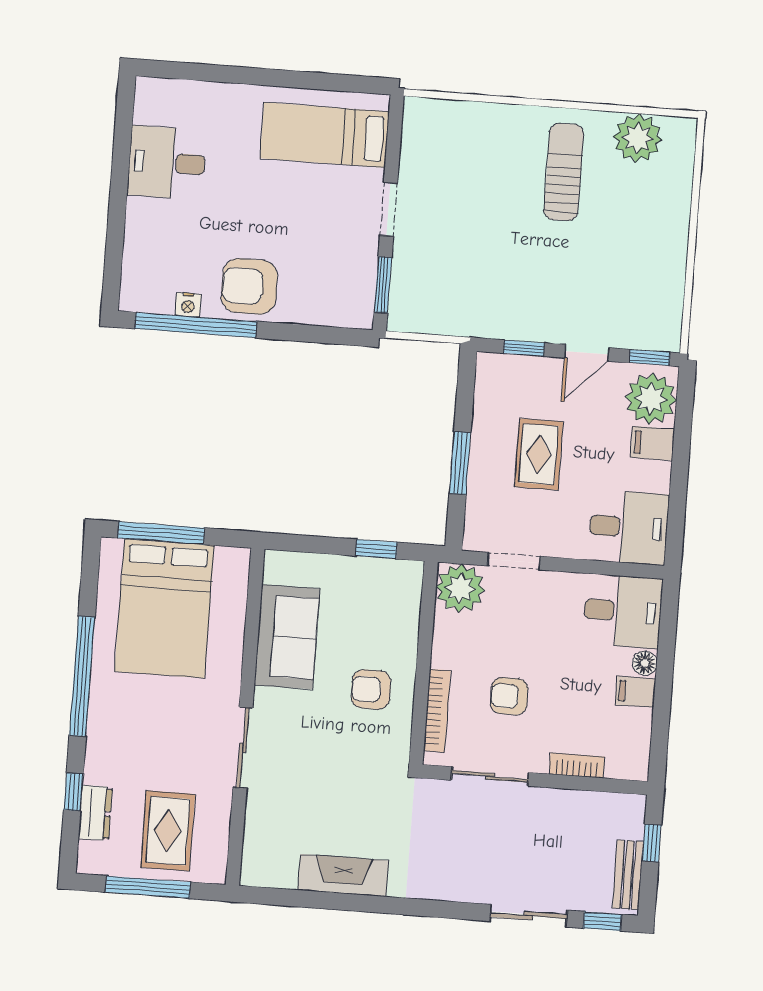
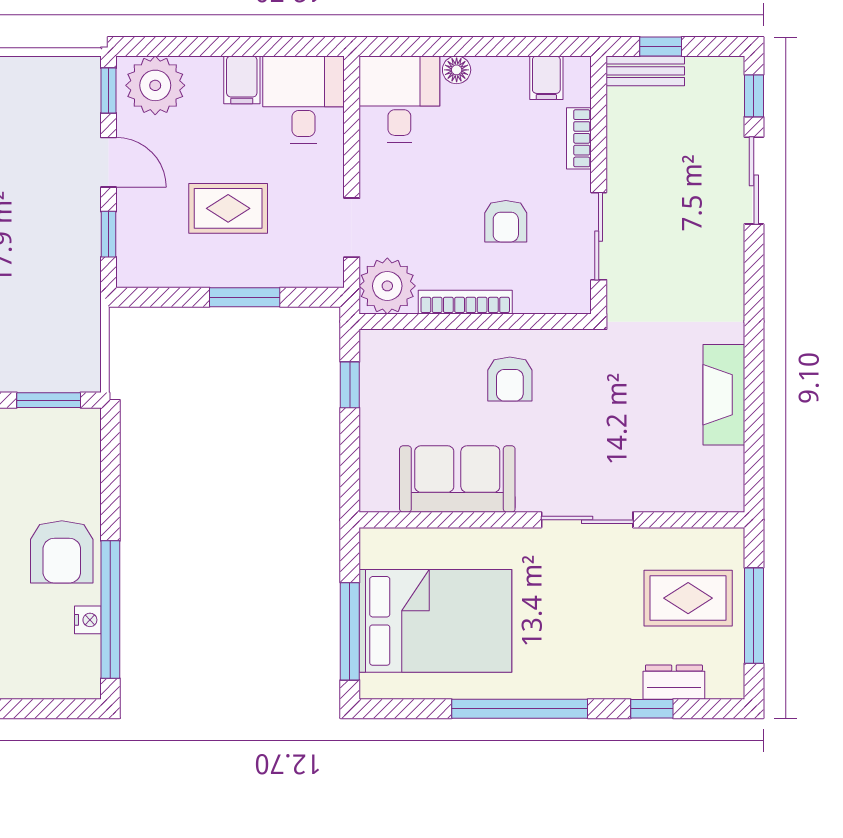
filing cabinet: (652, 443) -> (242, 80), moved
filing cabinet: (636, 692) -> (546, 78), moved
bookcase: (437, 711) -> (465, 302), moved
bench: (628, 875) -> (645, 71), moved

